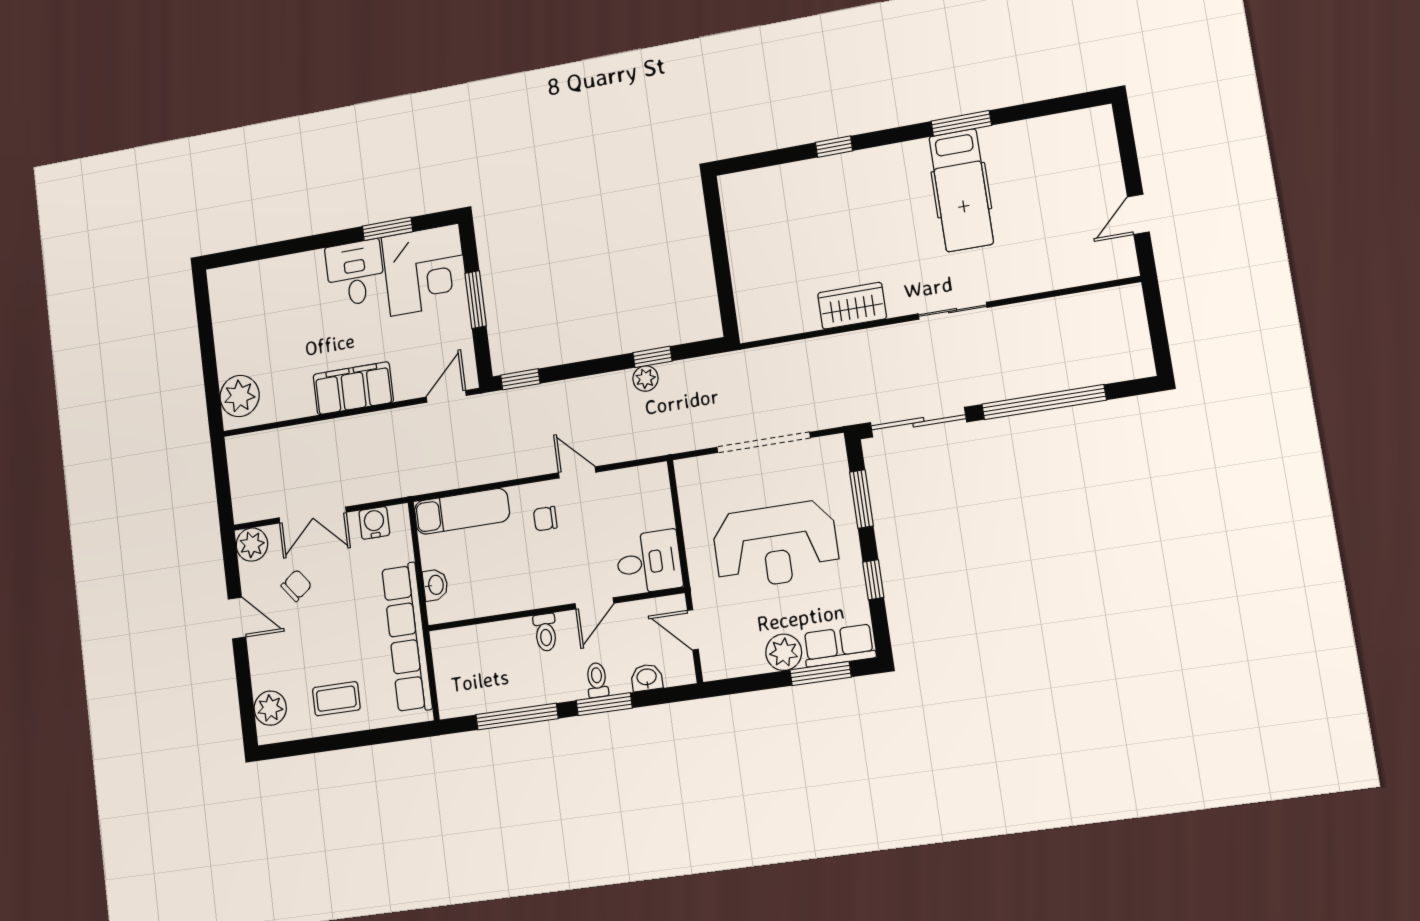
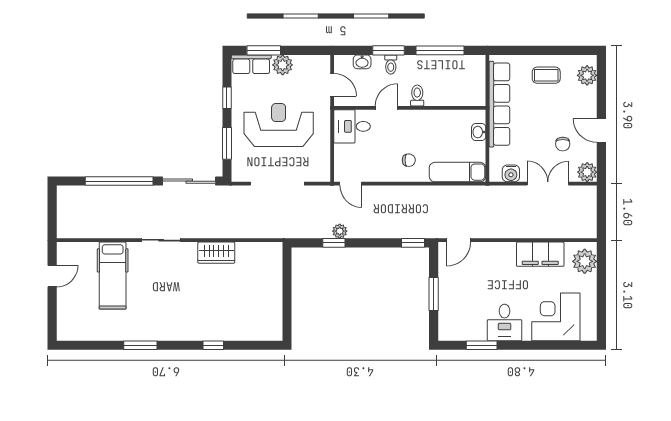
hospital bed: (961, 190) -> (113, 276), moved, turned 180
corner desk: (425, 270) -> (556, 317), moved
filing cabinet: (353, 388) -> (540, 254), moved
door: (577, 472) -> (351, 184), moved
chair: (296, 586) -> (563, 144), turned -53

